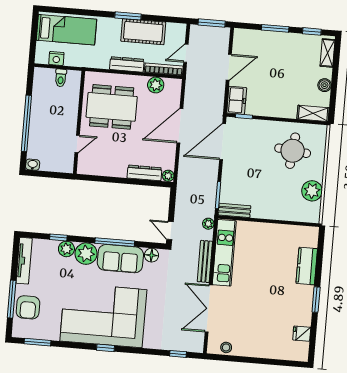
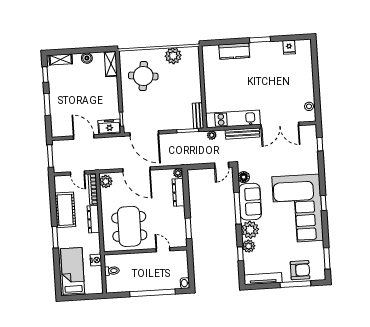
window: (128, 16) -> (55, 237), moved
nightstand: (56, 58) -> (96, 260), moved
plant: (156, 85) -> (106, 181), moved
window: (99, 179) -> (188, 228), added

